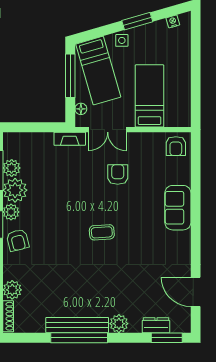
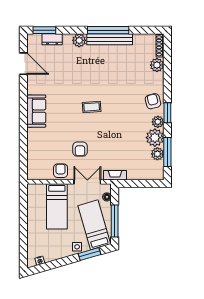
window: (137, 21) -> (90, 254), moved
armchair: (176, 146) -> (61, 171), moved
sofa: (178, 208) -> (36, 111), moved

